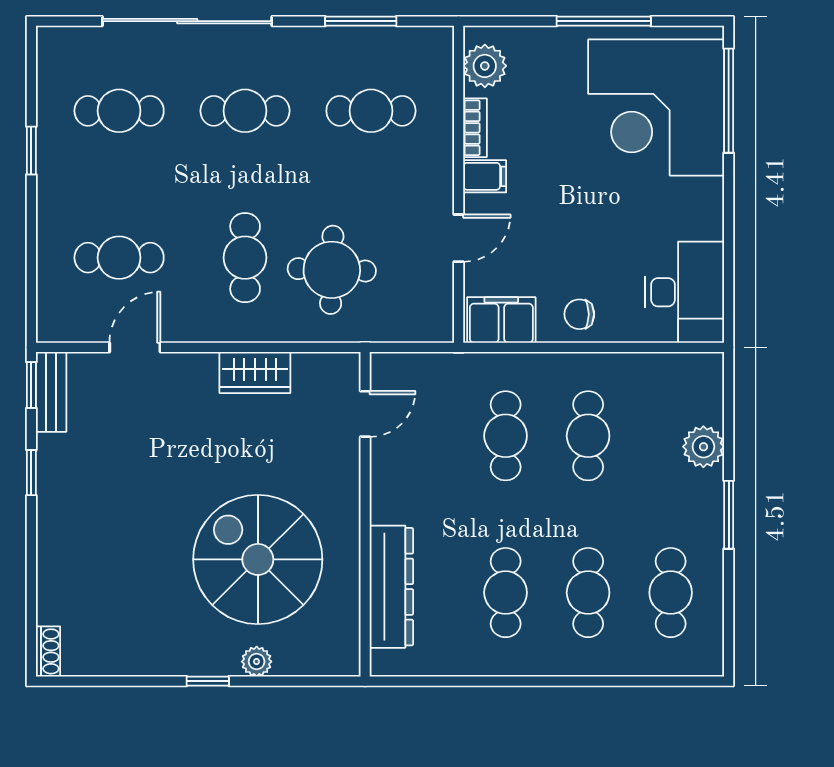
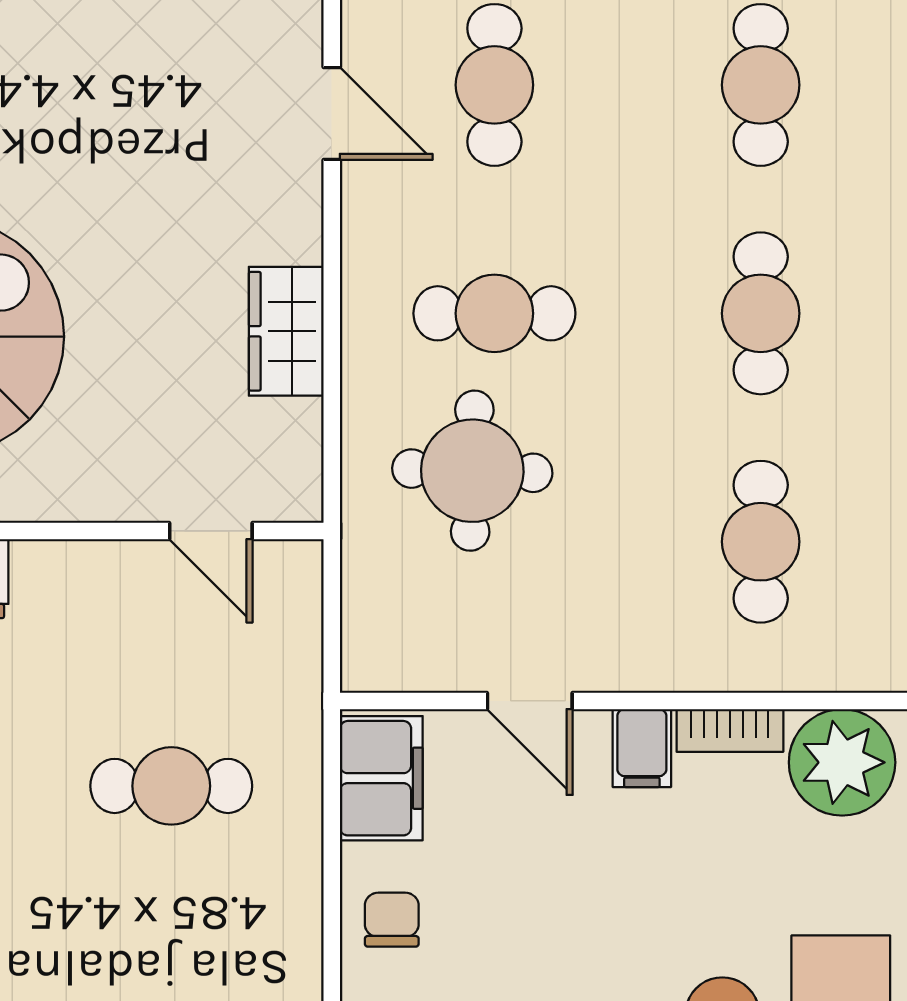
plant: (485, 66) -> (842, 762), width x1.36, depth x1.36
cafe table: (588, 436) -> (171, 936), removed

